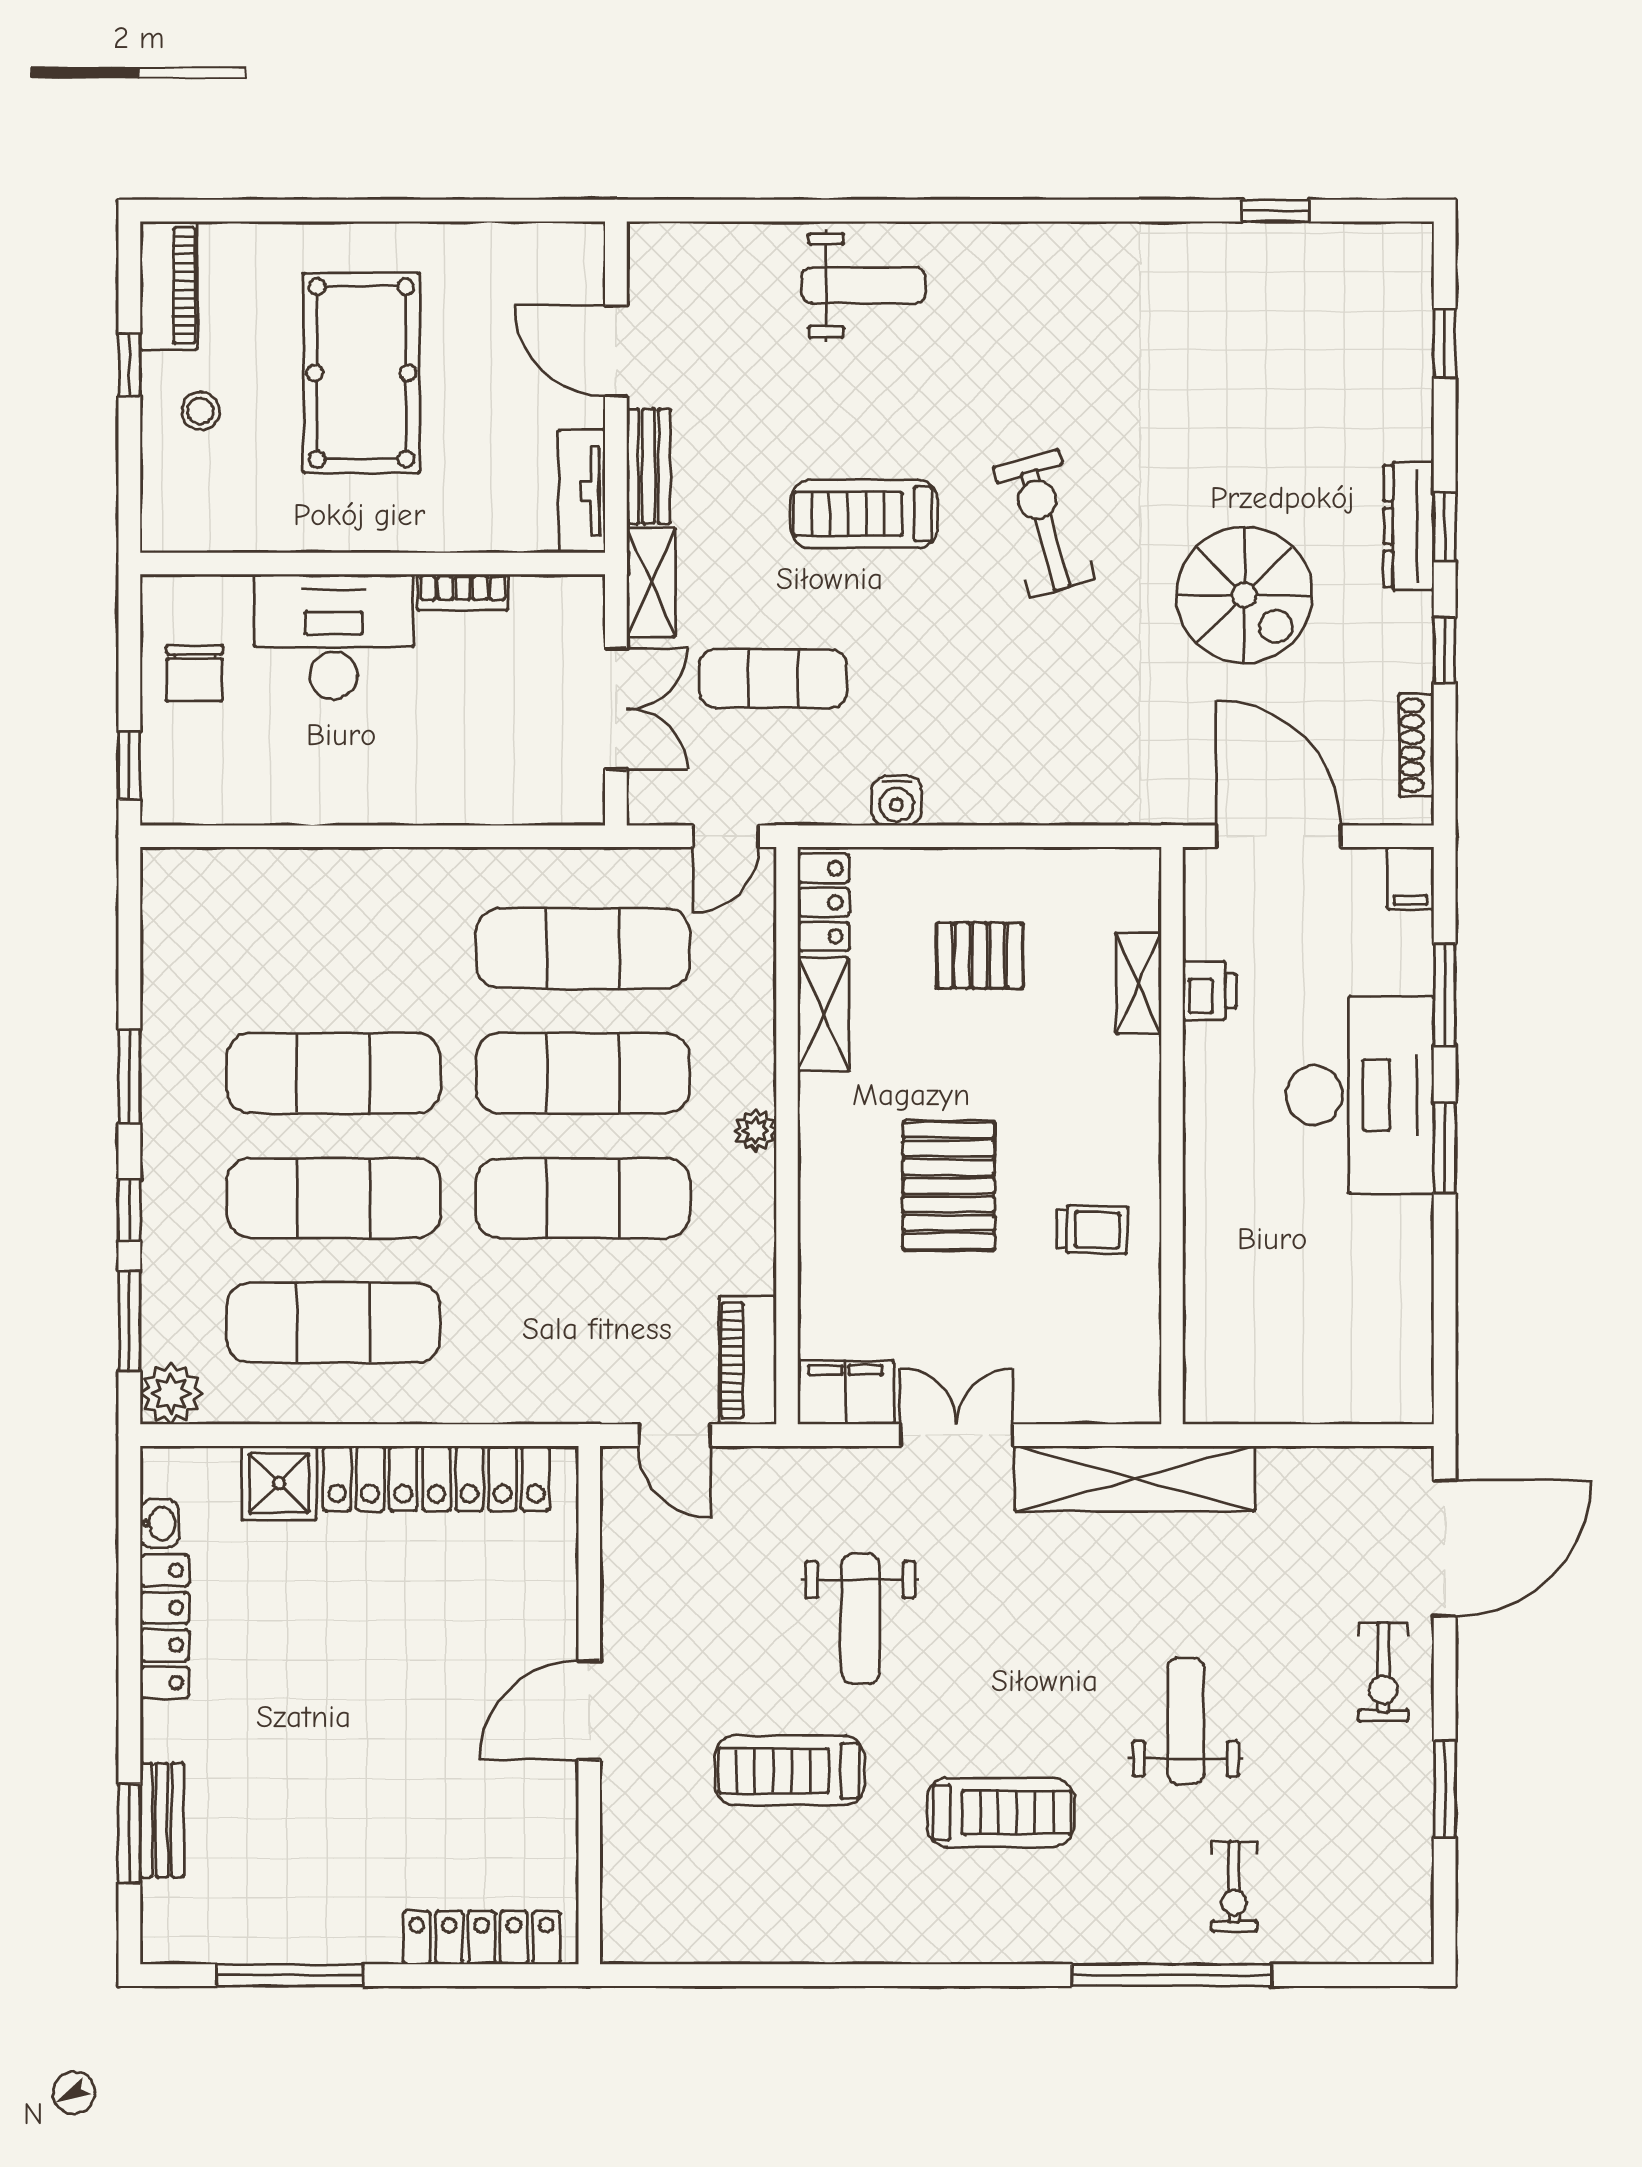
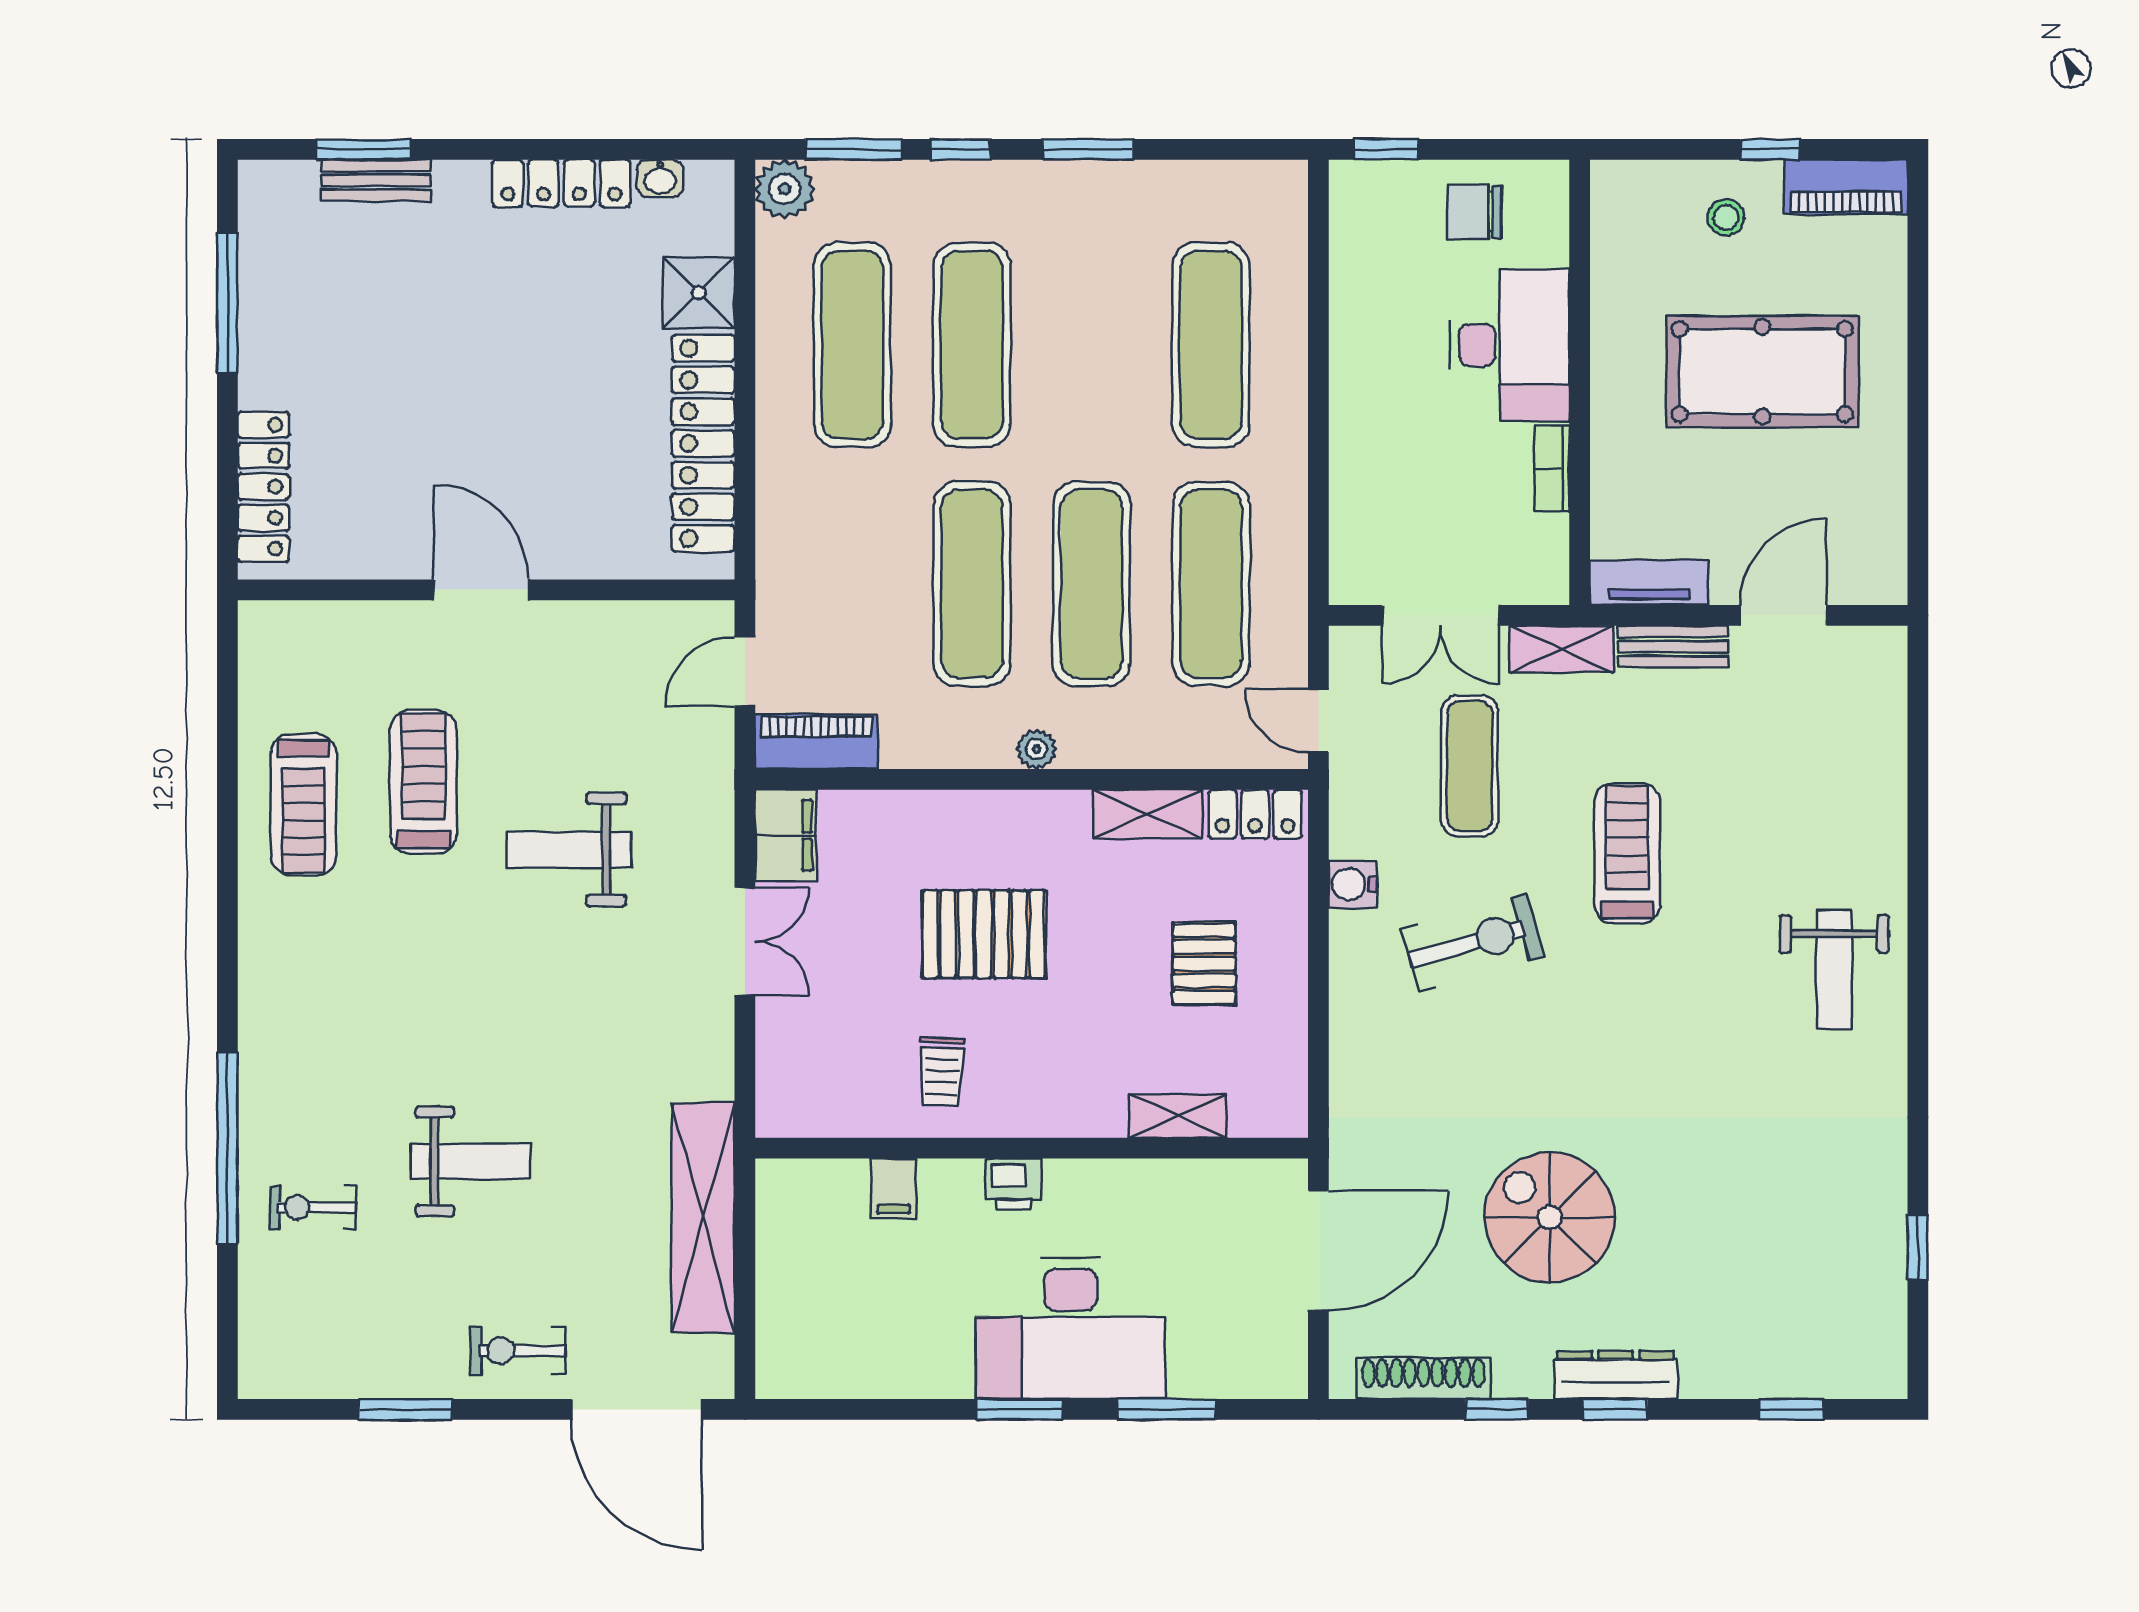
weight bench: (864, 285) -> (1834, 970), moved
exercise bike: (1044, 523) -> (1473, 943), moved
spiral stairs: (1244, 595) -> (1550, 1217), turned 90
shoe rack: (1416, 745) -> (1423, 1378), width x1.36, depth x1.24
filing cabinet: (1411, 878) -> (894, 1188), moved, turned -90
printer: (1209, 991) -> (1014, 1184), moved
exercise mat: (333, 1073) -> (1211, 345), moved
shelving: (1135, 1479) -> (703, 1218), moved
treadmill: (1000, 1812) -> (304, 805), moved

